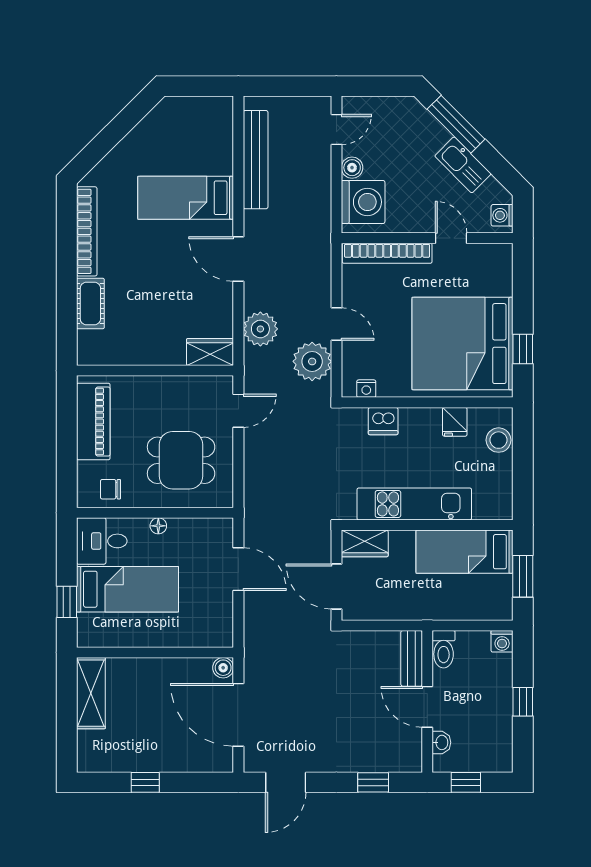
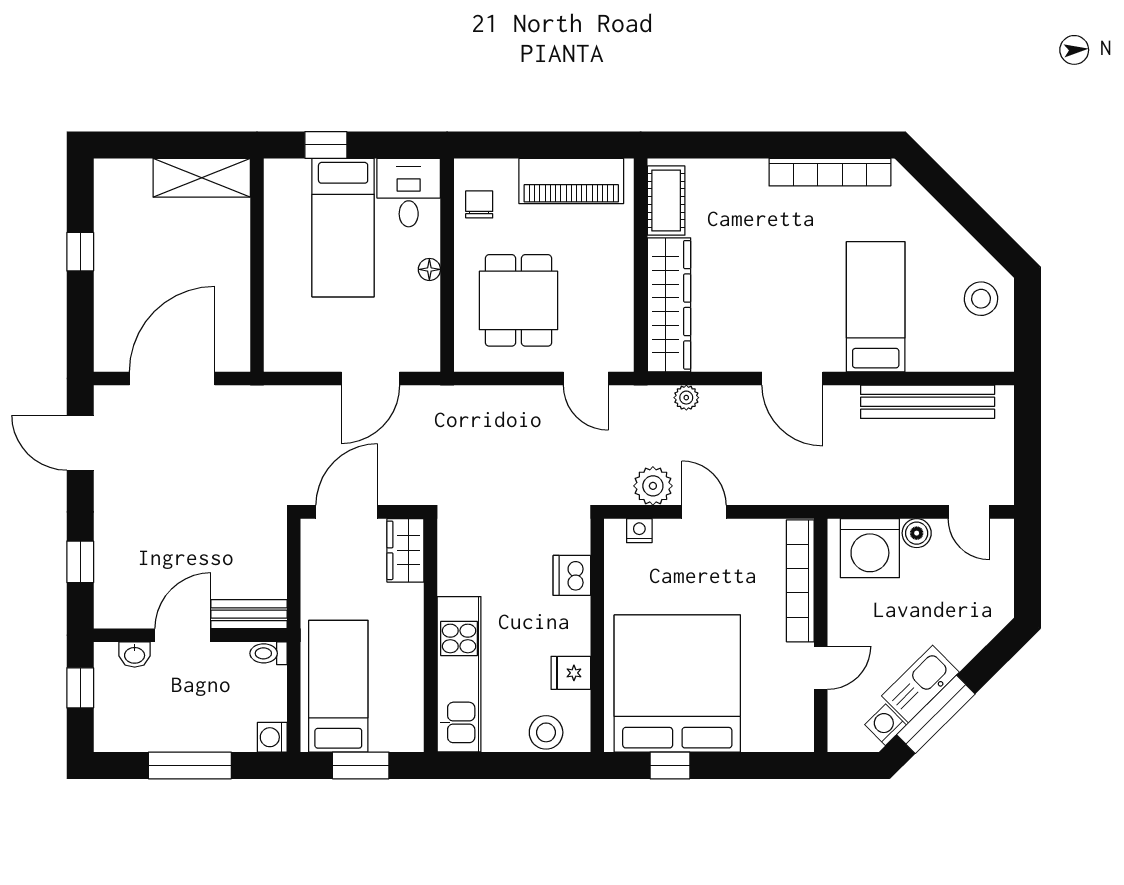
stool: (180, 120) -> (981, 299), added
window: (456, 124) -> (936, 714), moved
washing machine: (502, 215) -> (885, 725), moved, turned -45
door: (238, 259) -> (792, 378), swing flipped
cot: (90, 304) -> (666, 201), moved, turned 90
door: (336, 324) -> (704, 512), swing flipped
plant: (260, 329) -> (686, 398), width x0.53, depth x0.53
wardrobe: (210, 352) -> (669, 305), width x2.10, depth x1.17
plant: (312, 361) -> (653, 486), width x0.73, depth x0.73
nightstand: (366, 389) -> (639, 531), moved, turned 90
kitchen unit: (414, 504) -> (459, 674), moved
bed: (465, 552) -> (338, 686), moved
toilet: (444, 649) -> (268, 653), width x0.73, depth x0.72
boiler: (223, 668) -> (236, 358), removed
window: (523, 702) -> (190, 765), width x2.17

